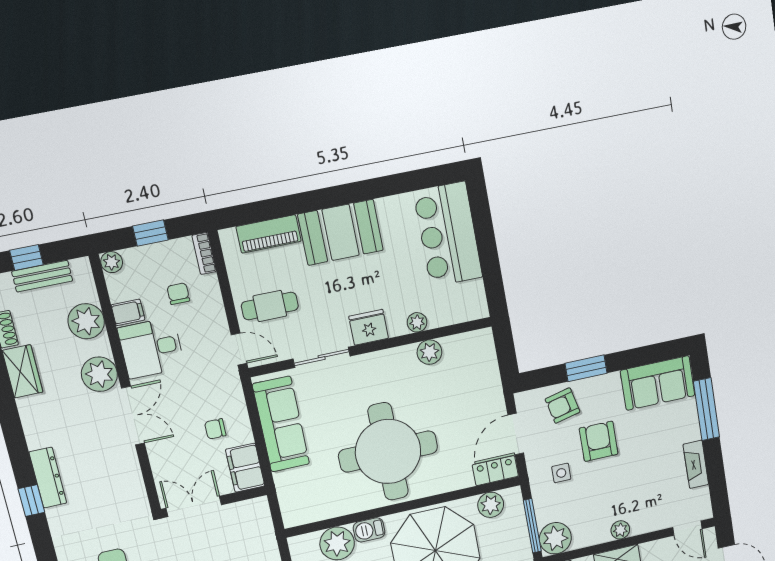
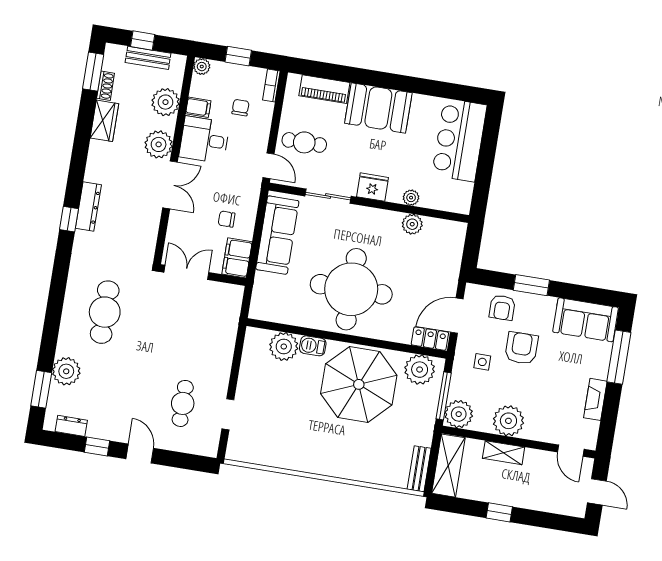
armchair: (563, 406) -> (502, 308), turned -77
plant: (491, 505) -> (420, 370), width x1.36, depth x1.36
plant: (620, 530) -> (508, 421), width x1.87, depth x1.87

